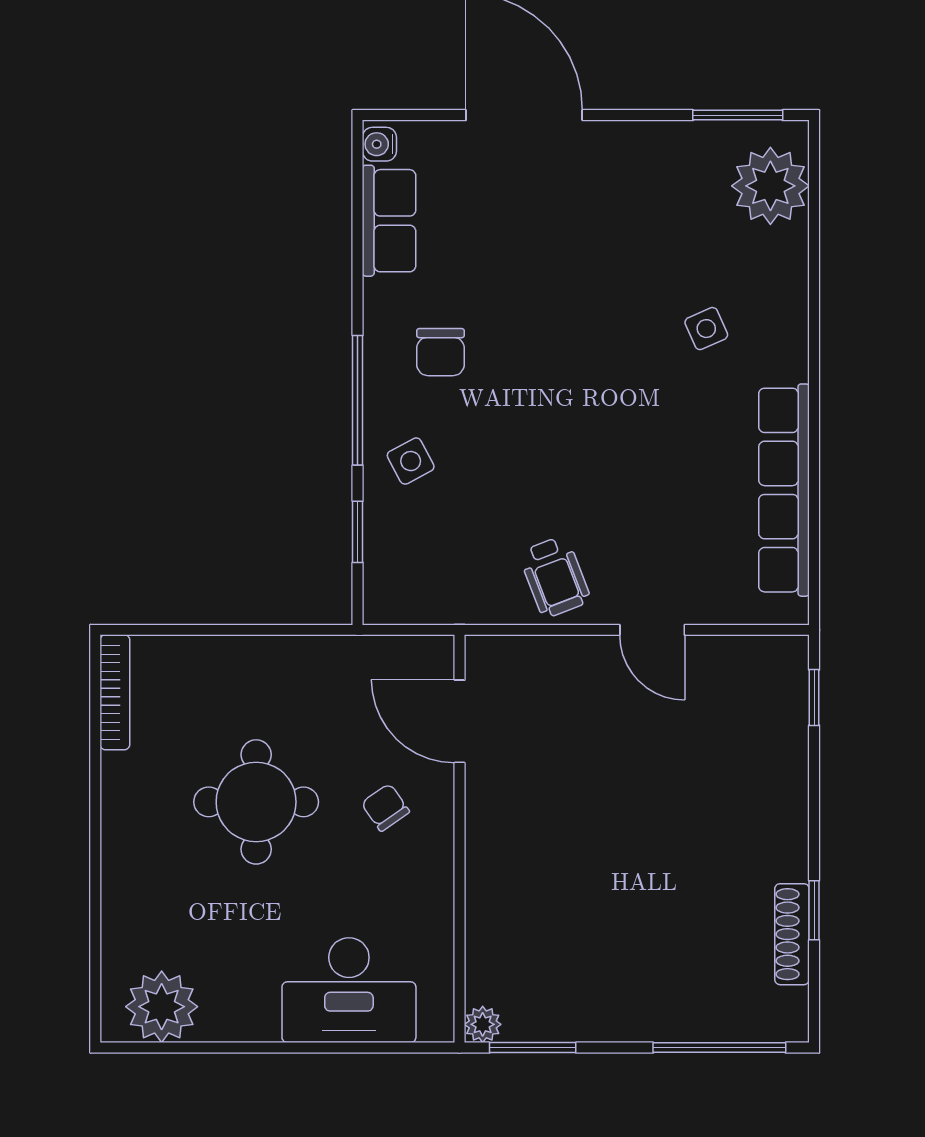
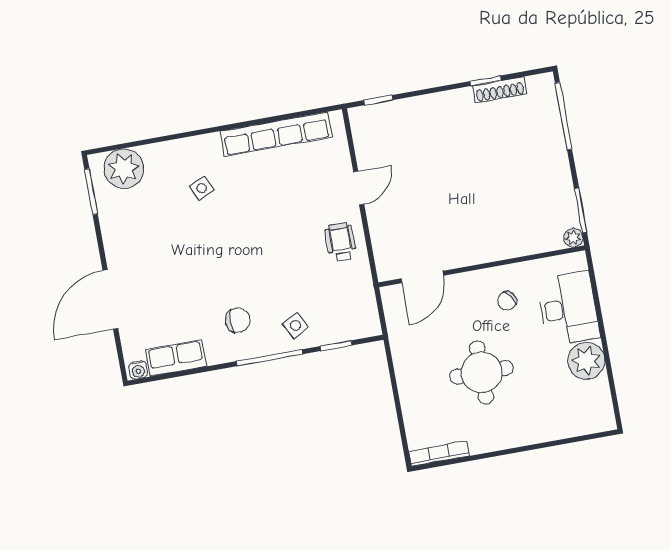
wheelchair: (555, 577) -> (341, 242), turned -69
chair: (385, 807) -> (507, 301), moved
plant: (162, 1007) -> (586, 361), moved

